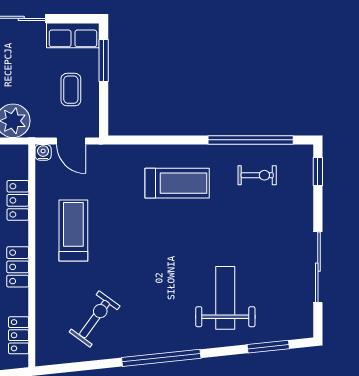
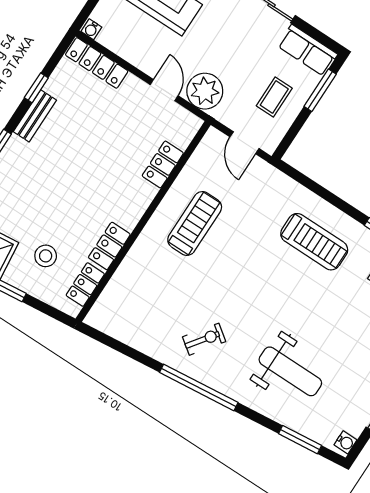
water cooler: (43, 152) -> (346, 442), moved, turned 90
locker: (18, 267) -> (109, 246), moved
weight bench: (225, 298) -> (290, 371), turned 90
exercise bike: (95, 319) -> (204, 339), moved, width x0.73, depth x0.72

